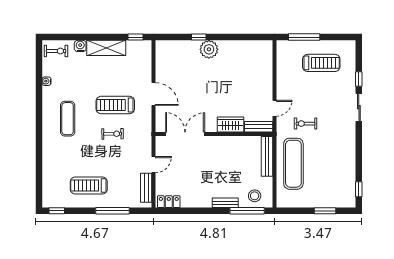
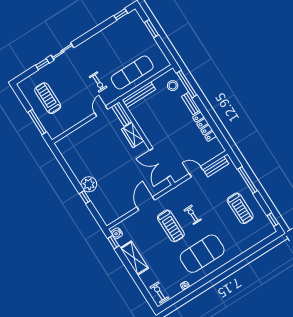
water cooler: (80, 46) -> (117, 233), moved
door: (274, 108) -> (101, 111), hinge flipped
exercise mat: (68, 119) -> (202, 254), width x2.00, depth x1.45
locker: (169, 202) -> (205, 127), moved, width x1.53

